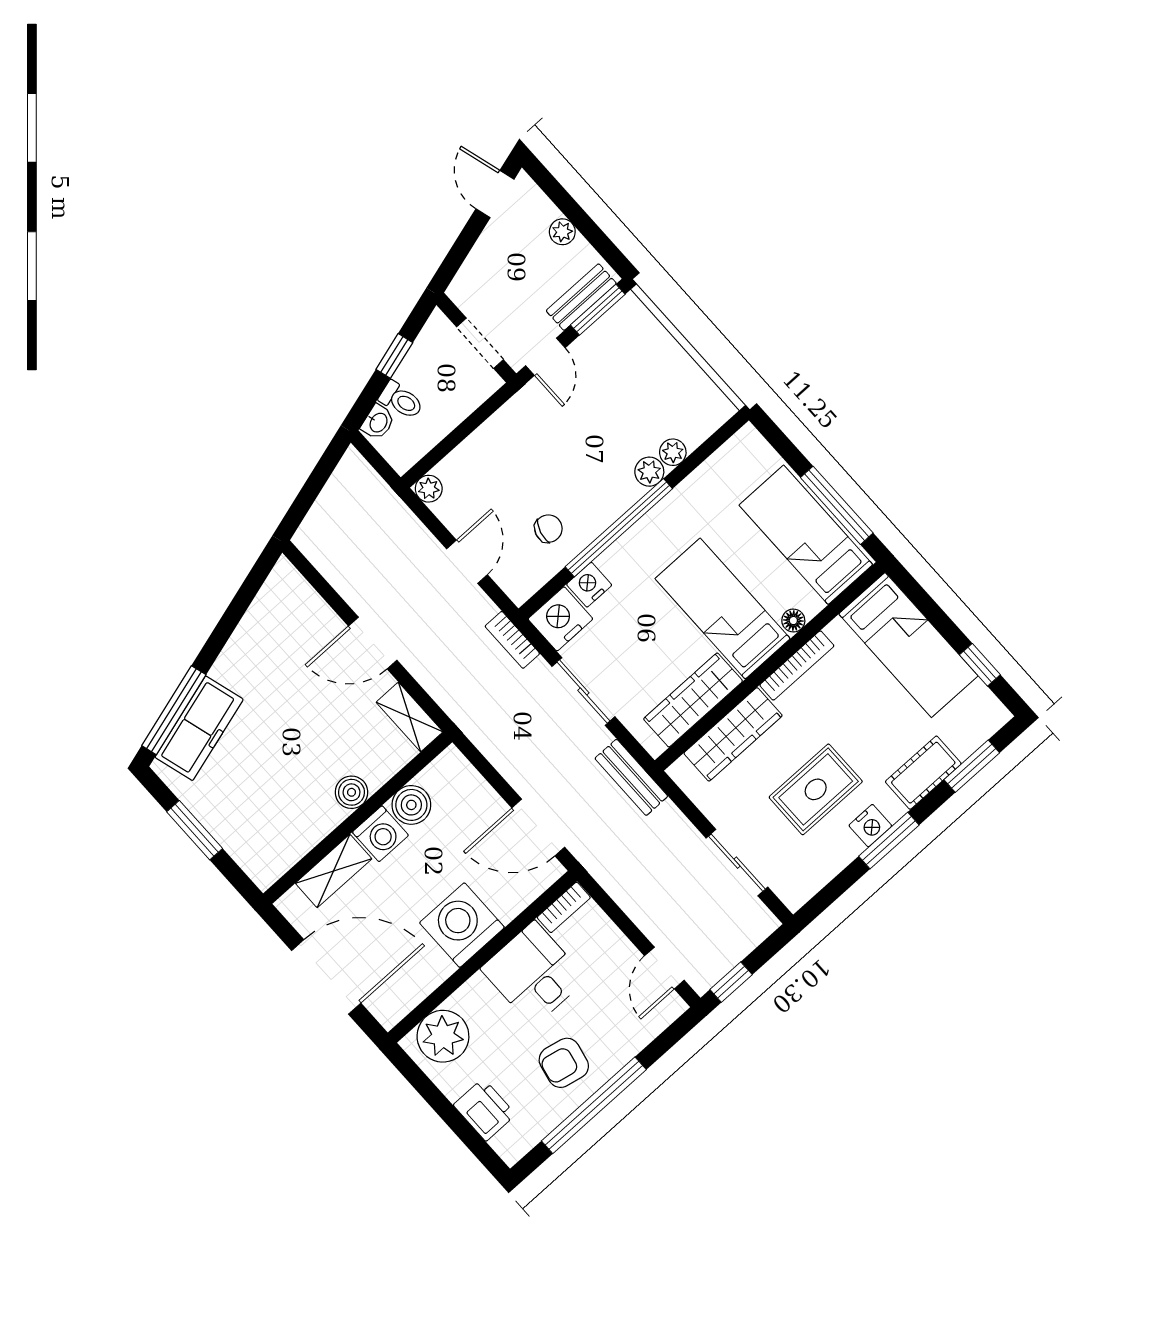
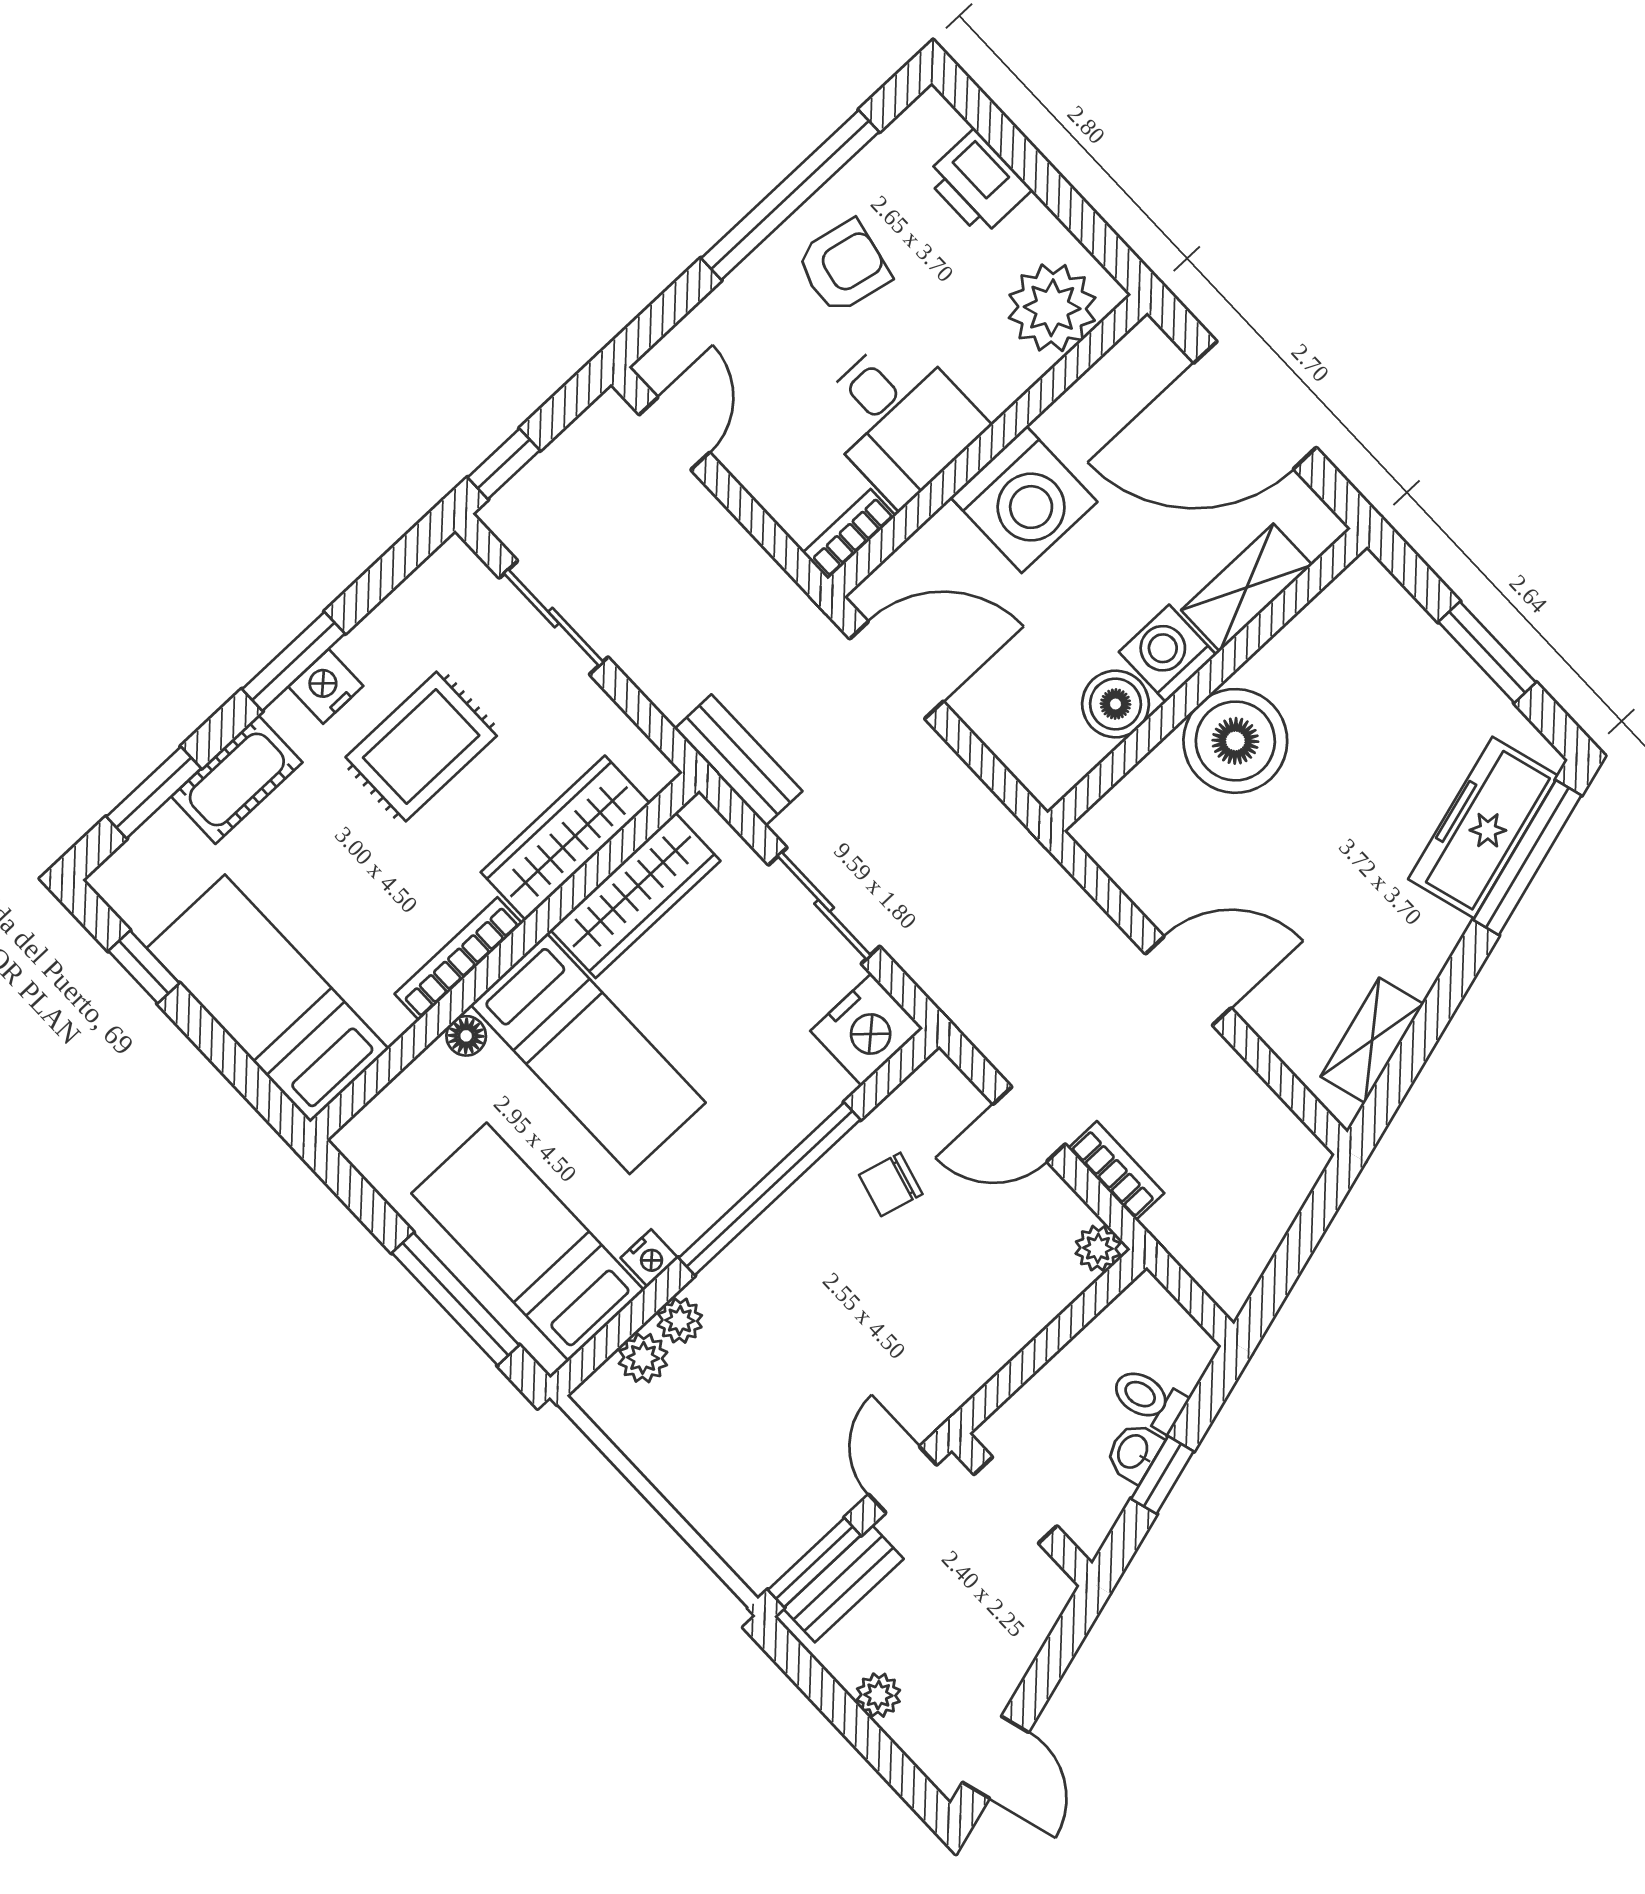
washbasin: (378, 422) -> (1134, 1452), moved
plant: (649, 472) -> (643, 1358), moved
window: (837, 505) -> (456, 1299), moved
bed: (806, 535) -> (528, 1242), moved, turned 180
door: (467, 562) -> (1029, 1124), hinge flipped
nightstand: (589, 585) -> (649, 1258), moved, width x0.72, depth x0.74
bookcase: (512, 640) -> (1116, 1171), moved
shelving: (410, 717) -> (1372, 1040), moved, turned 74
boiler: (351, 792) -> (1235, 741), width x1.86, depth x1.86
window: (731, 982) -> (504, 464), moved

